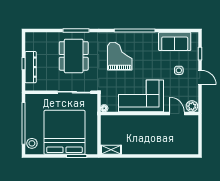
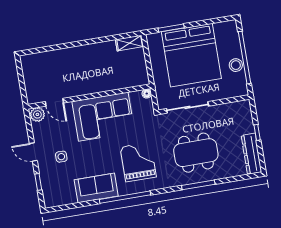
sofa: (175, 41) -> (96, 188), moved
dining table: (74, 56) -> (196, 153), turned 90
grand piano: (120, 56) -> (138, 162), turned 180
dresser: (31, 67) -> (251, 154), moved
stool: (32, 143) -> (236, 65), moved

